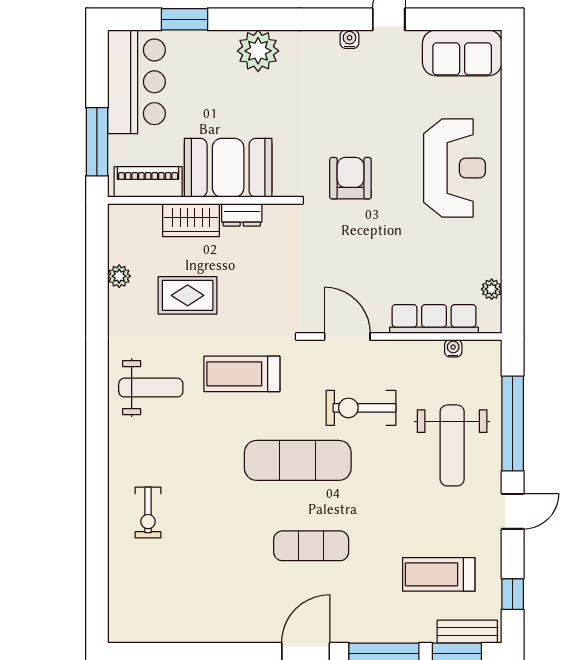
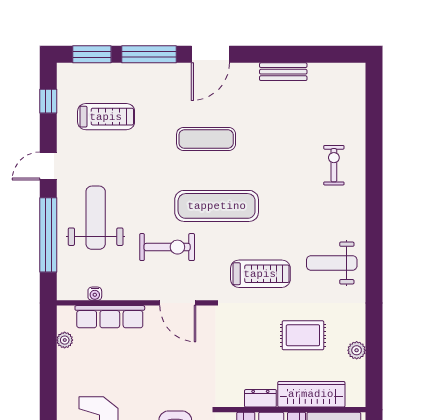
wardrobe: (191, 220) -> (311, 394), width x1.50
bench: (467, 632) -> (283, 72), moved

